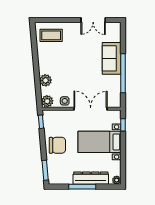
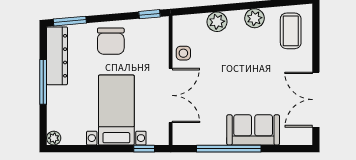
double door: (93, 20) -> (316, 100), width x1.37
plant: (47, 101) -> (254, 18), moved
dresser: (91, 178) -> (57, 56), moved

